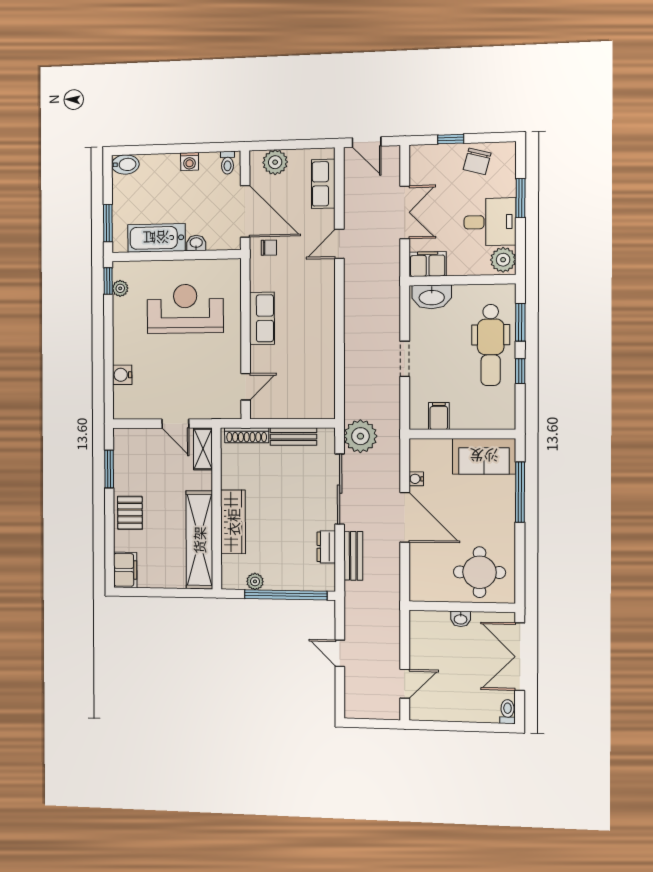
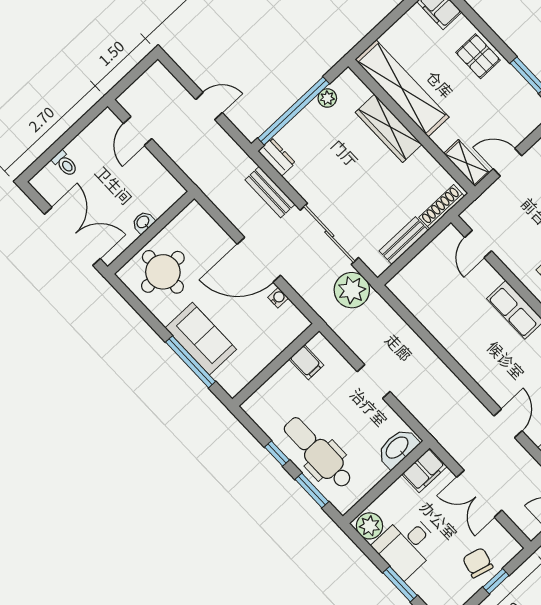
chair: (477, 161) -> (478, 563), moved
sofa: (484, 456) -> (201, 339), moved, turned 90
dresser: (326, 547) -> (277, 157), moved
toilet: (508, 712) -> (65, 164), moved

